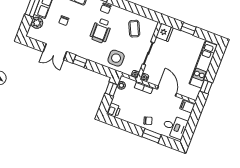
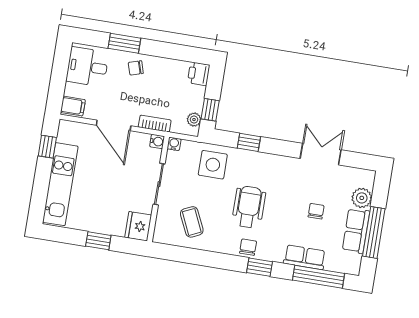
window: (80, 61) -> (249, 142), moved

